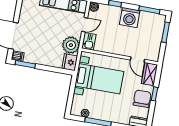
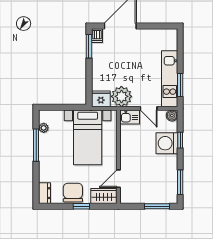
washing machine: (130, 17) -> (167, 143), moved
chair: (142, 99) -> (73, 193), turned -90

